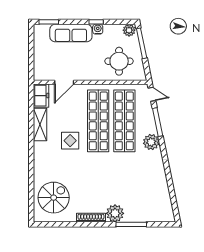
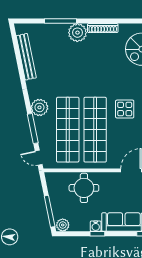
round table: (119, 61) -> (84, 188), moved
bench: (164, 190) -> (26, 57), added

